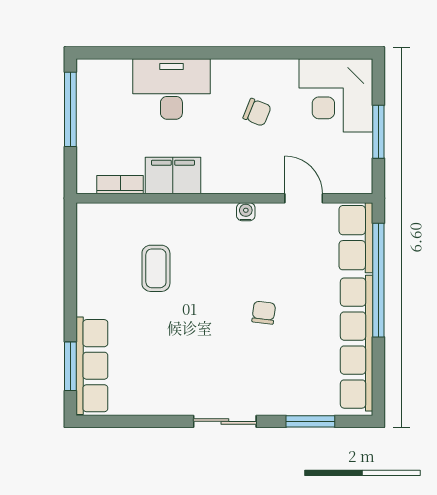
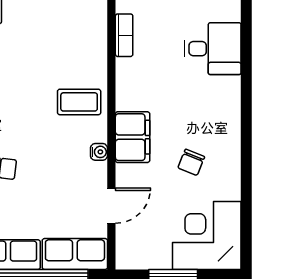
desk: (171, 89) -> (213, 49), moved, width x0.73
filing cabinet: (173, 176) -> (133, 137), moved
coffee table: (156, 268) -> (79, 102), moved

